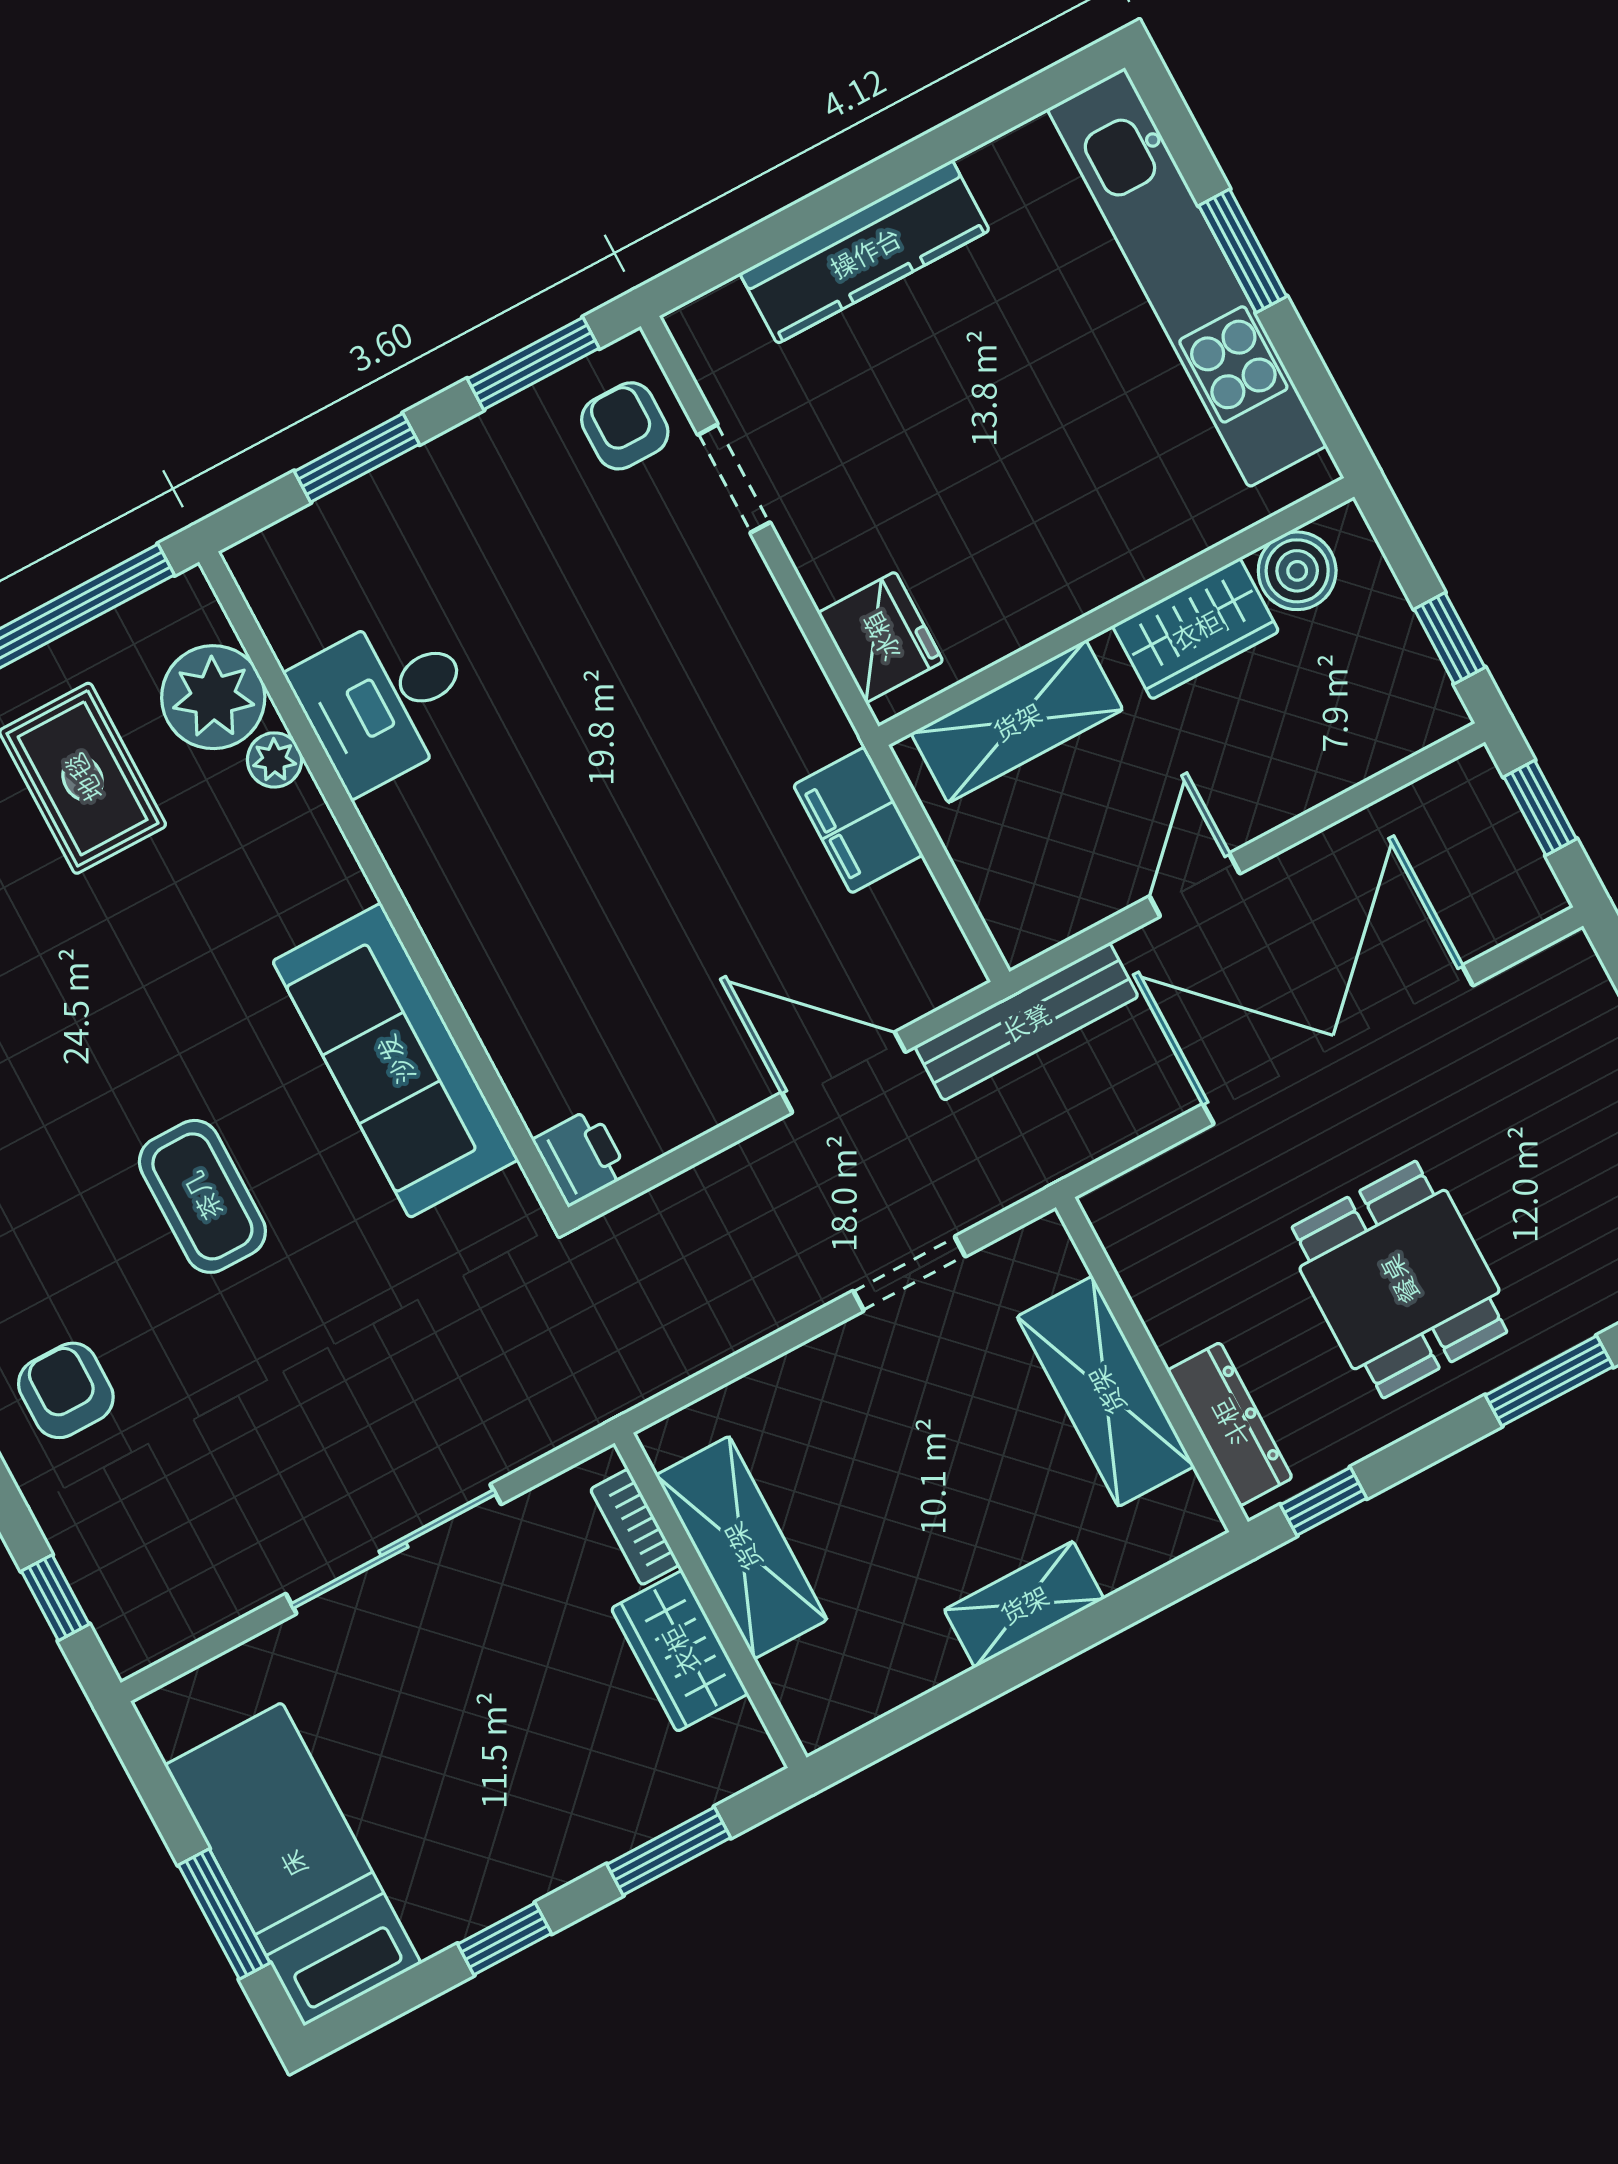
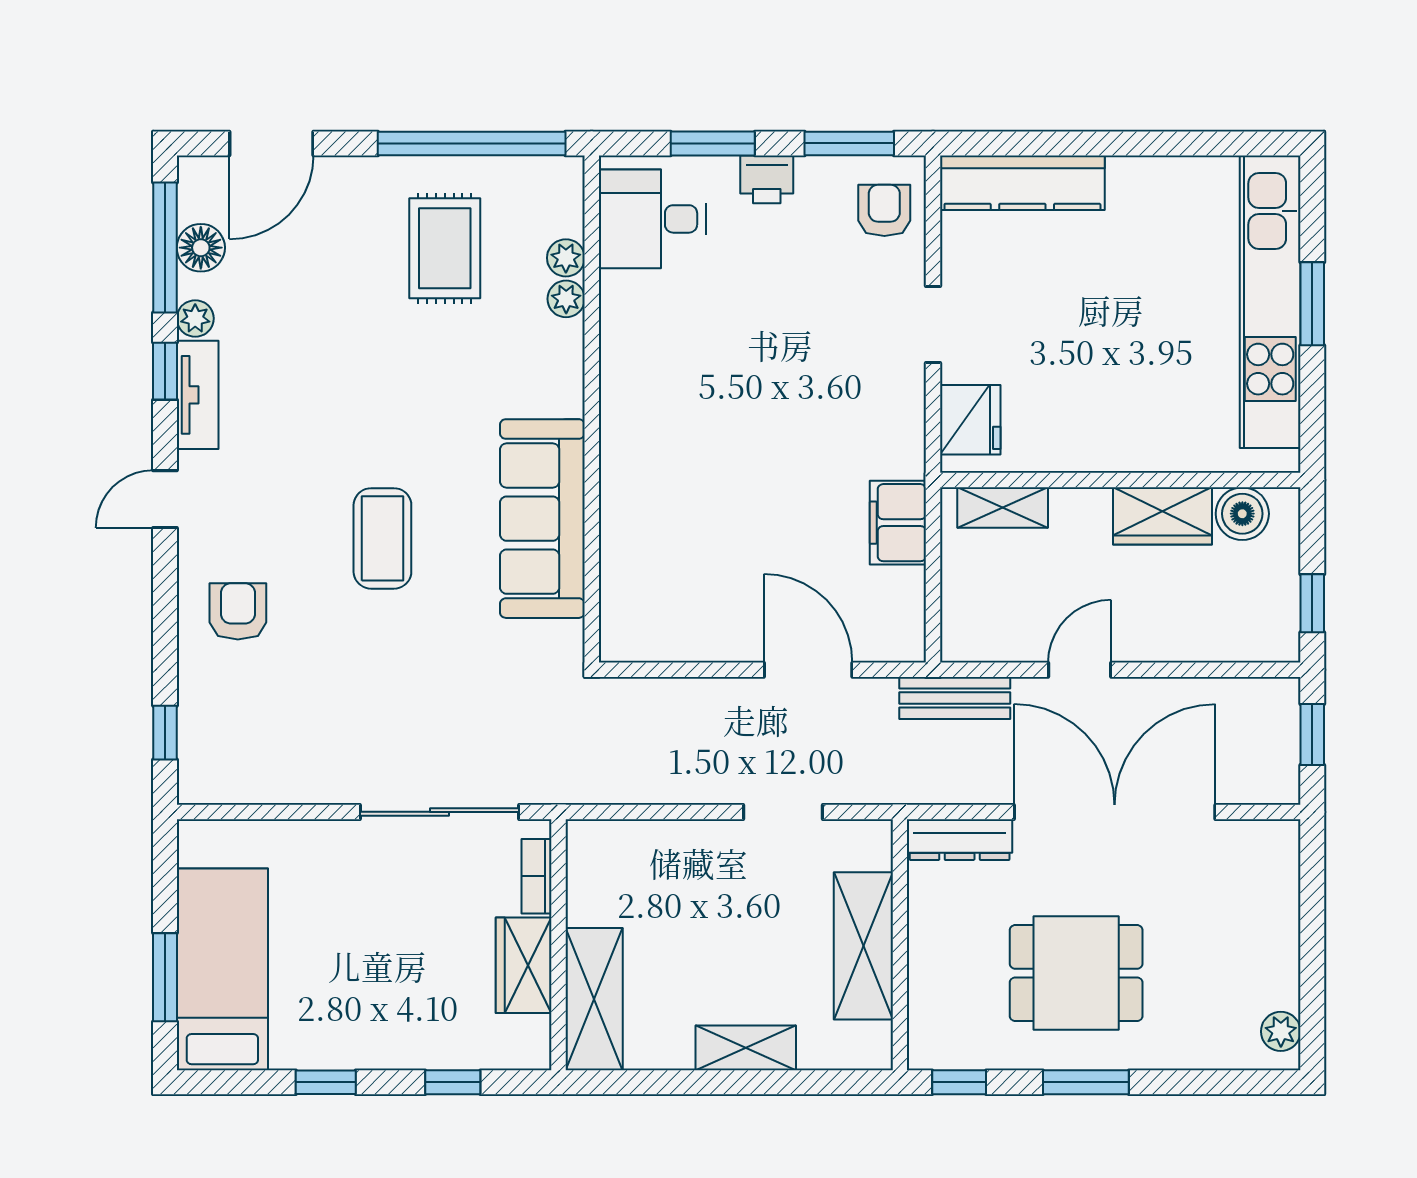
kitchen counter: (865, 252) -> (1022, 183), moved
doorway: (734, 479) -> (933, 324), moved
plant: (213, 697) -> (566, 258), width x0.53, depth x0.53
desk: (386, 700) -> (652, 219), moved
shelving: (1017, 721) -> (1003, 508), width x0.67, depth x0.75
bench: (1026, 1022) -> (955, 698), width x0.73
printer: (581, 1157) -> (767, 179), moved, turned 90
dining table: (1399, 1280) -> (1076, 973), turned 90
window: (1549, 1381) -> (1086, 1082), moved
dresser: (1230, 1424) -> (960, 840), moved, turned 90
shelving: (742, 1547) -> (594, 999), moved
sliding door: (393, 1549) -> (440, 812), moved
window: (669, 1851) -> (453, 1082), width x0.67

